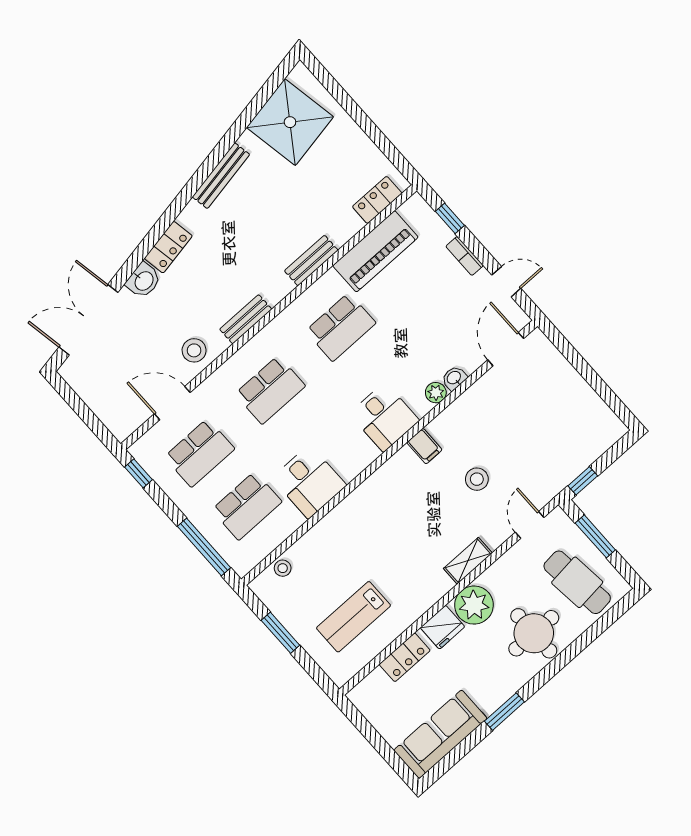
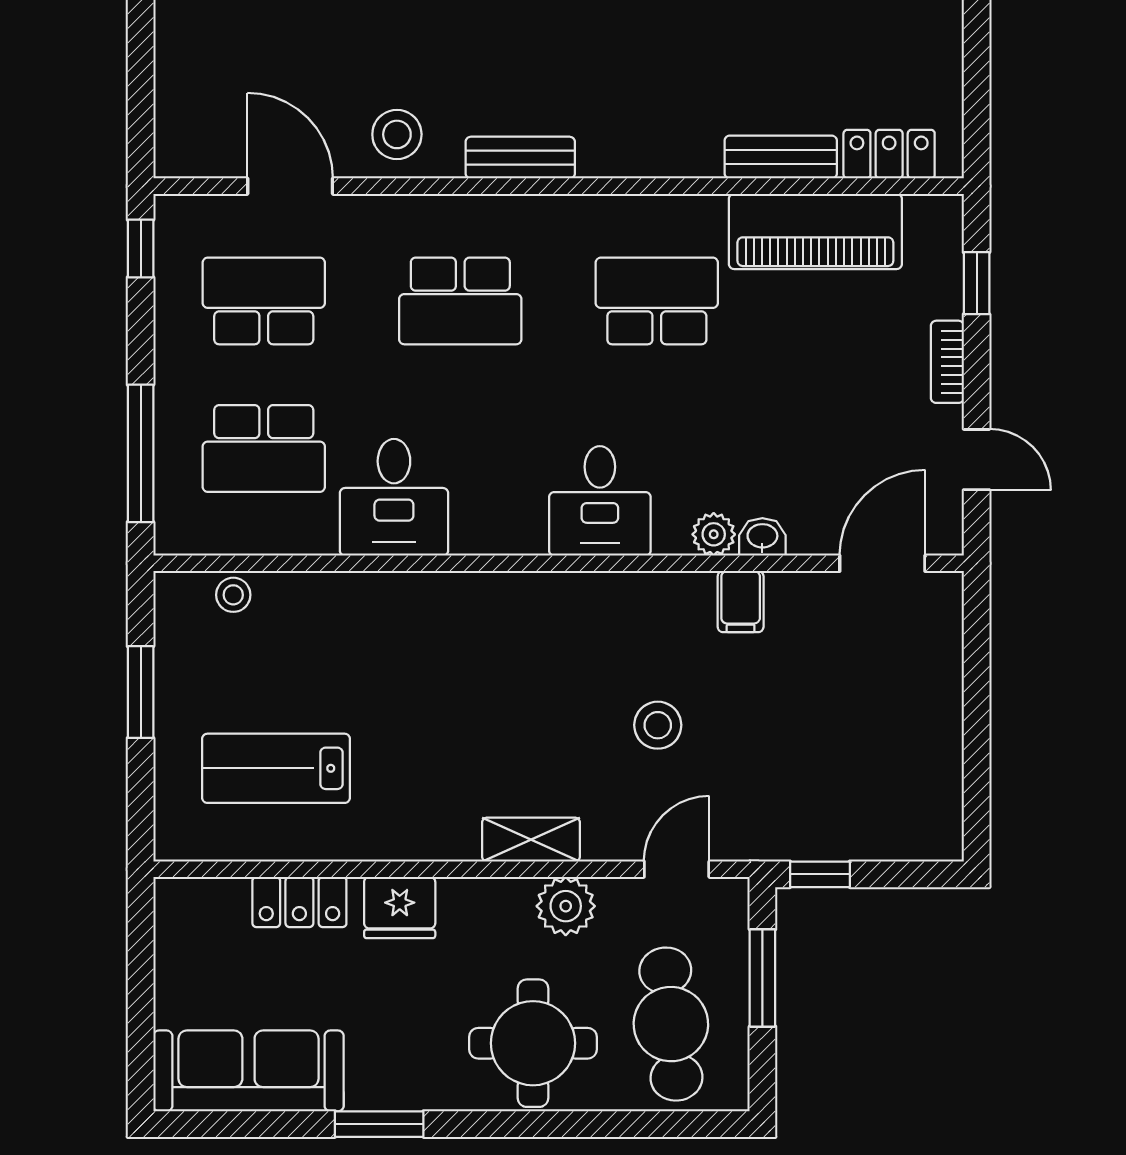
bench: (311, 261) -> (781, 157), moved
school desk: (341, 327) -> (657, 301), turned 180
filing cabinet: (424, 446) -> (741, 602), moved
school desk: (200, 453) -> (264, 301), turned 180
plant: (474, 605) -> (566, 906), moved, width x0.73, depth x0.73

